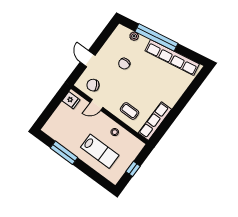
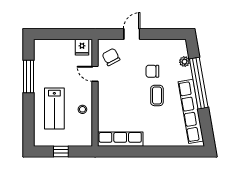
coffee table: (129, 111) -> (157, 95), moved

